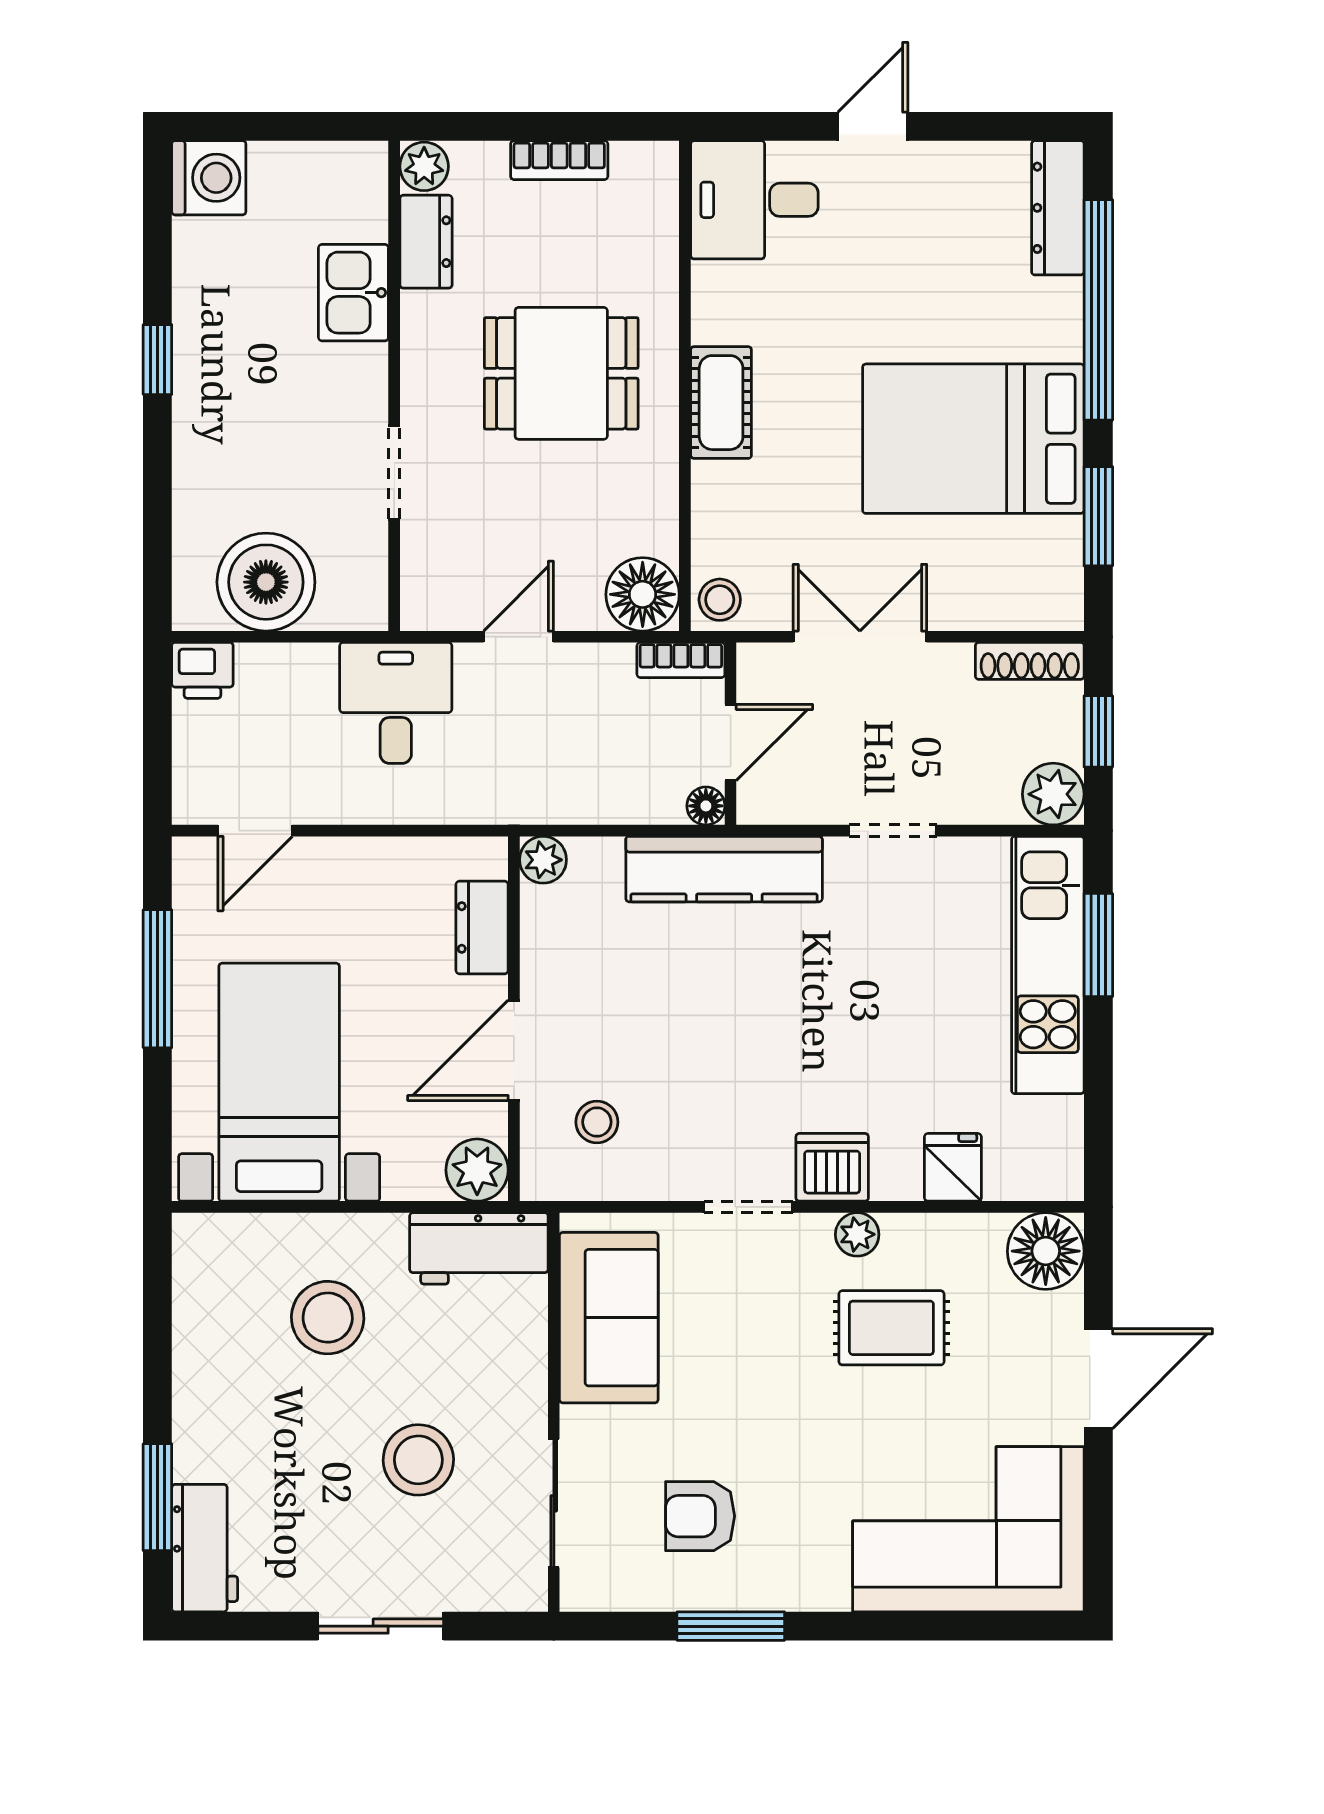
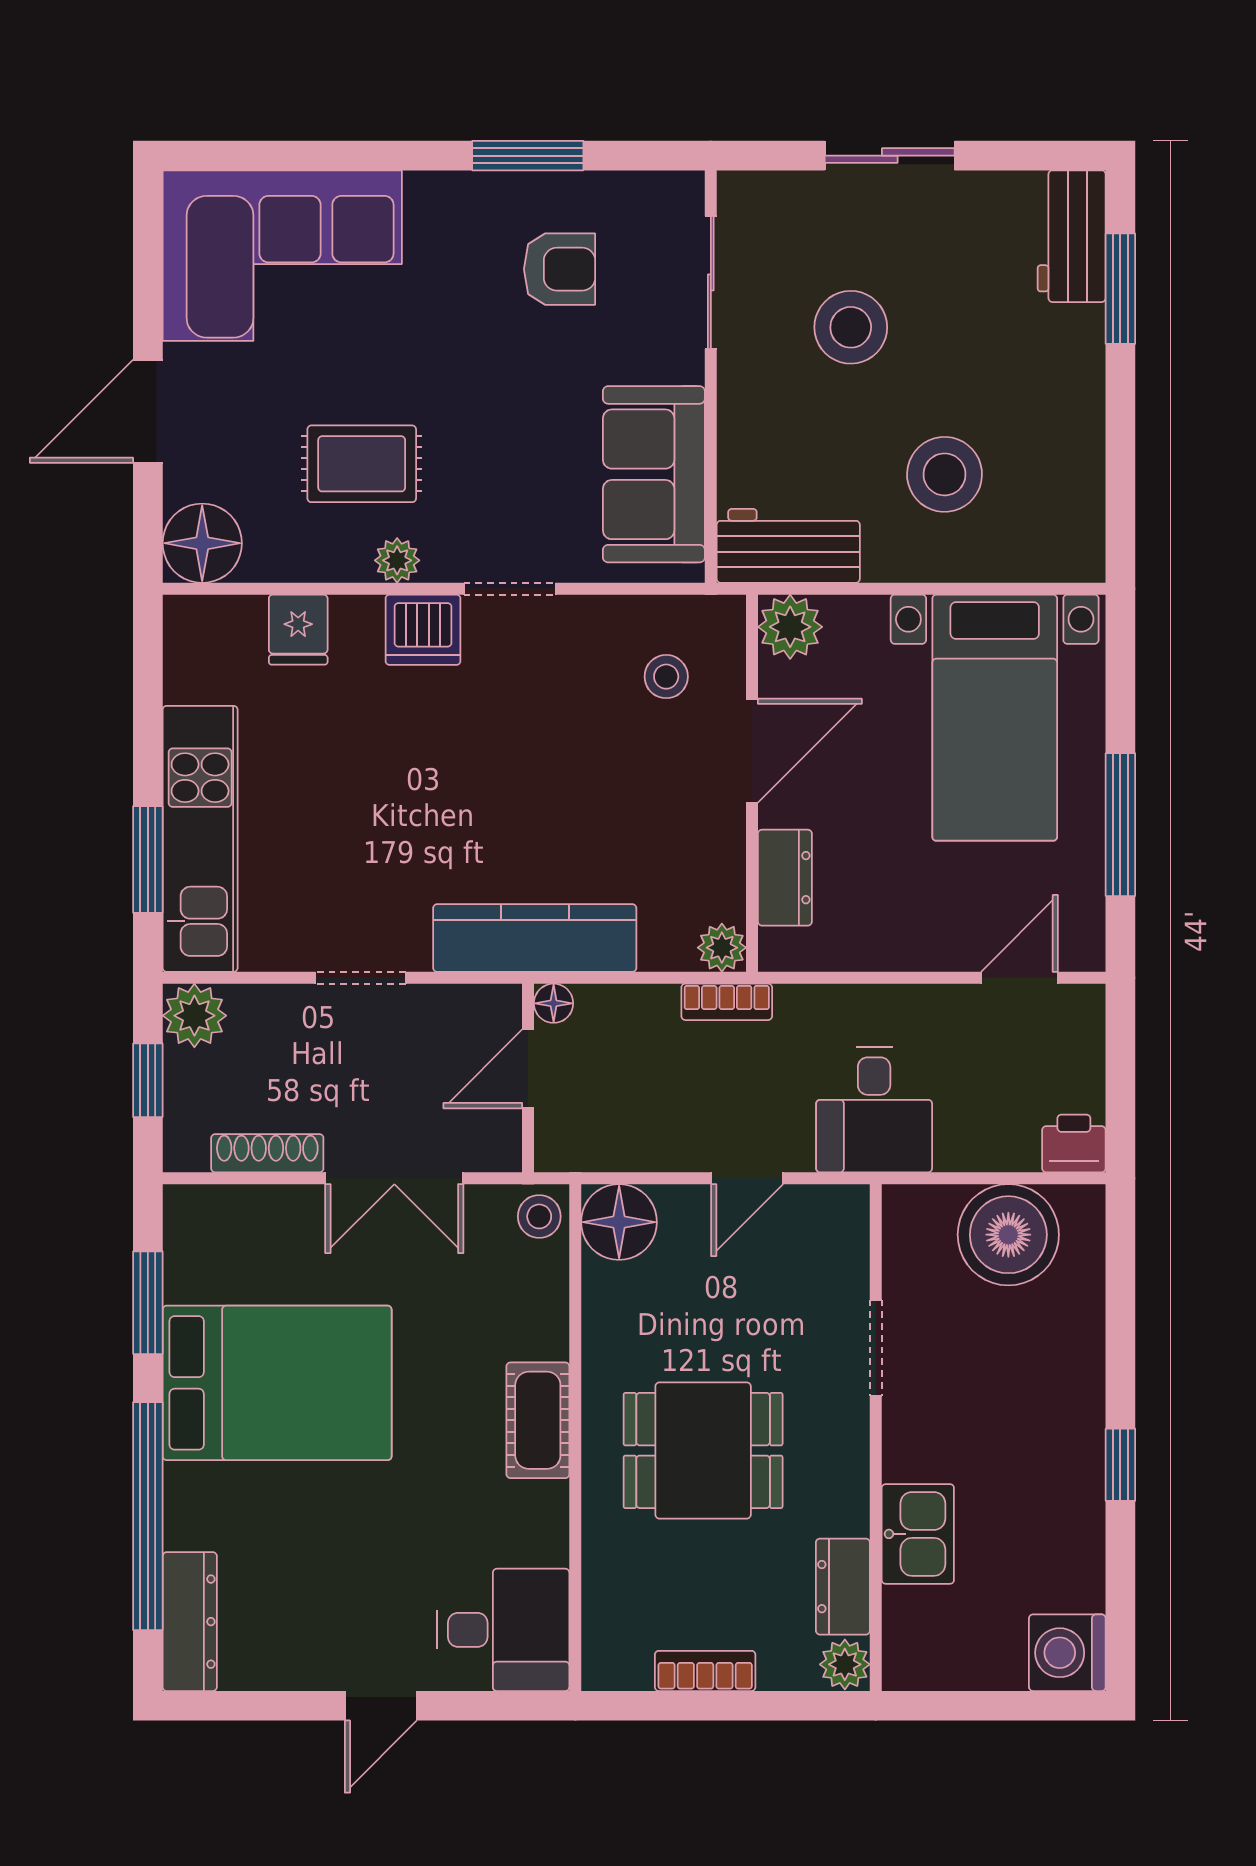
bookcase: (681, 660) -> (727, 1002), moved, turned 180
shoe rack: (1030, 661) -> (267, 1153), moved

